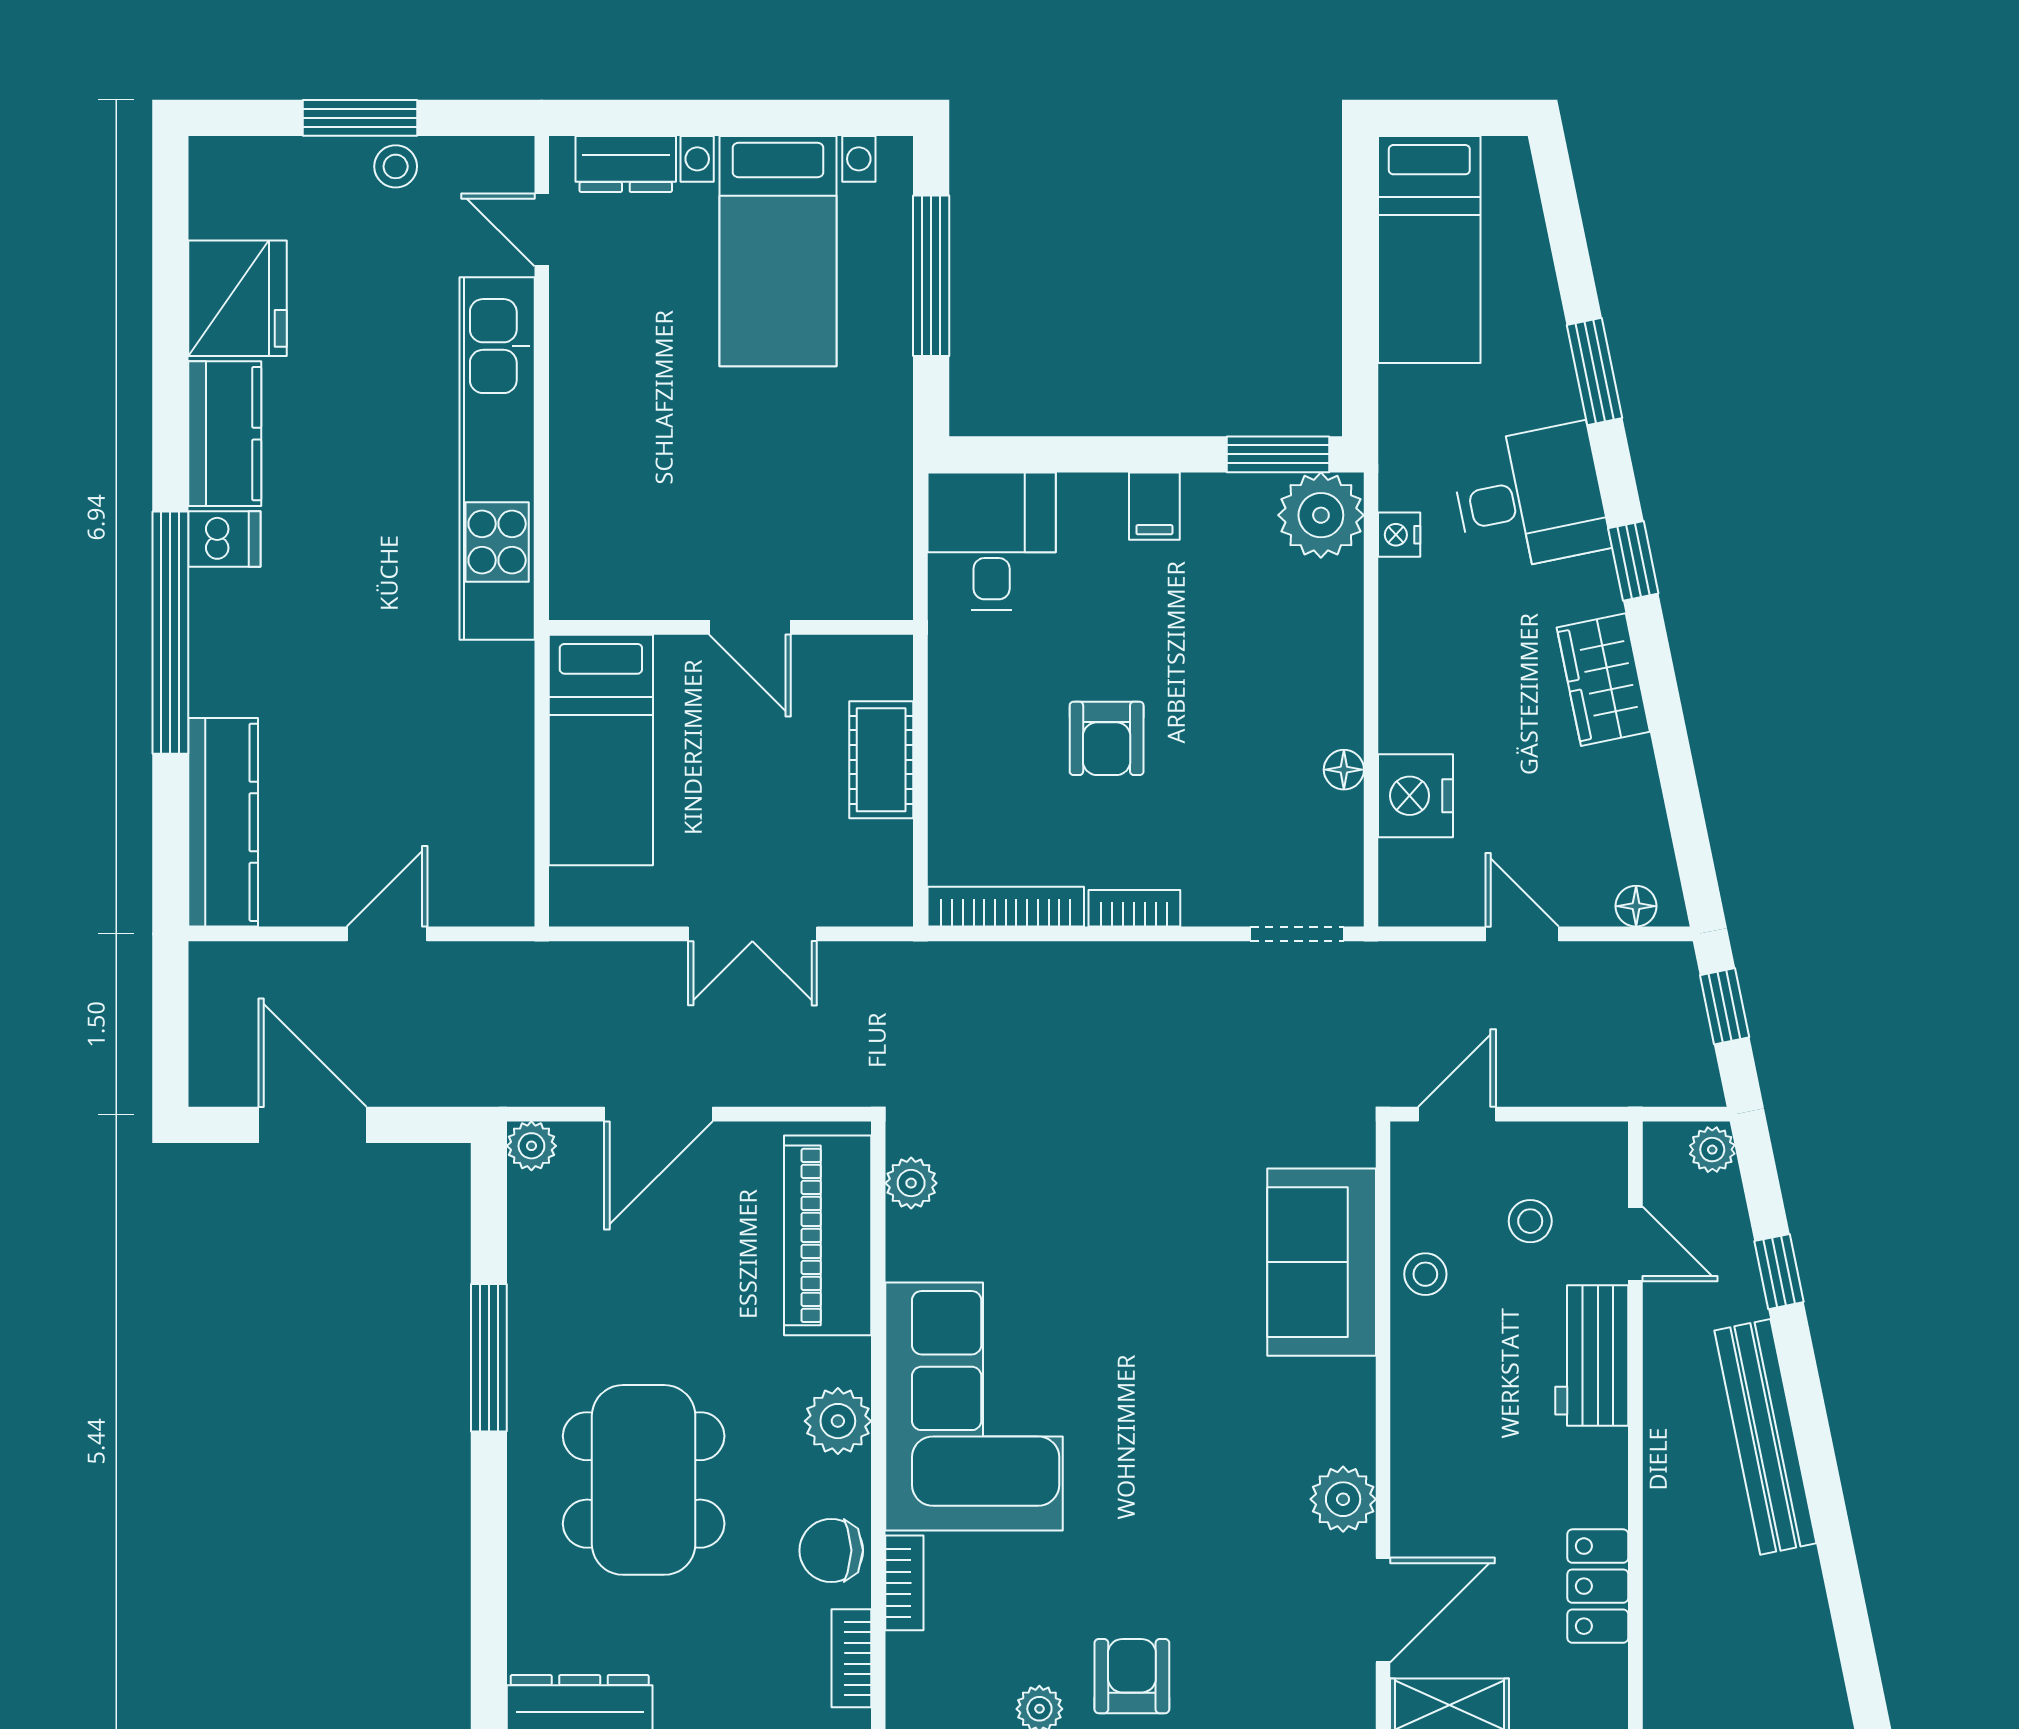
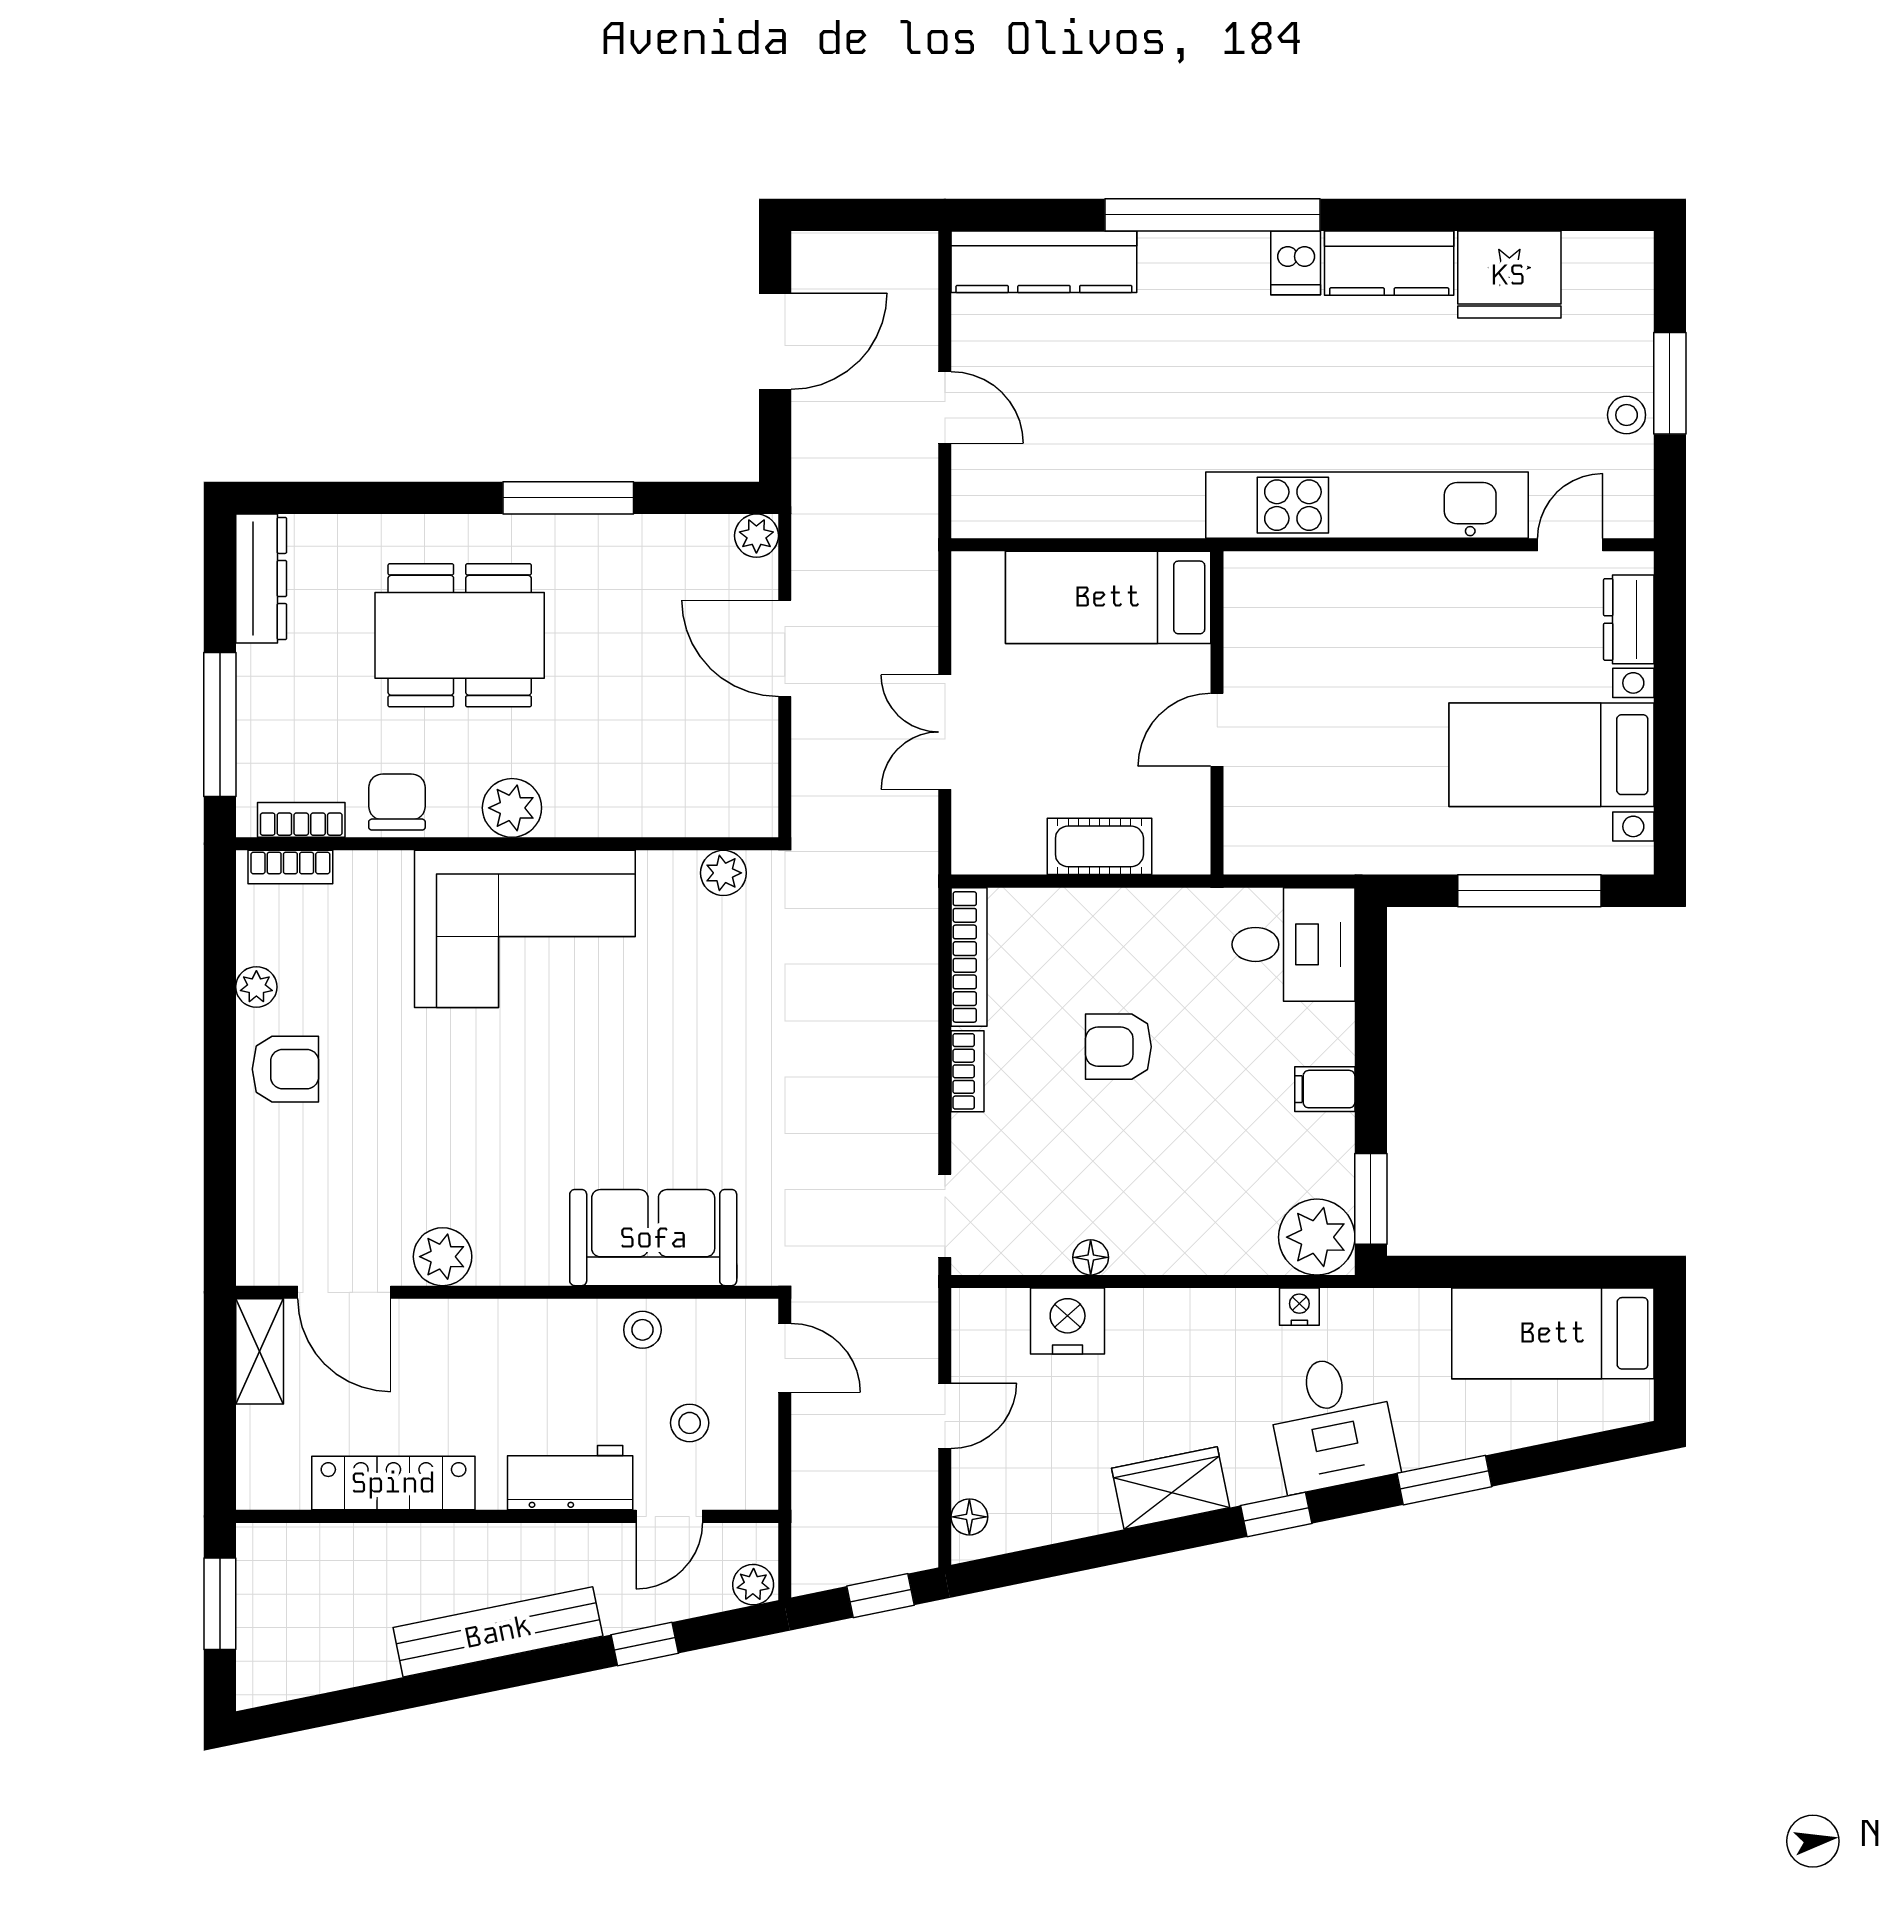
piano: (828, 1235) -> (677, 799), removed
bookcase: (904, 1583) -> (290, 867), moved
locker: (1598, 1586) -> (393, 1483), width x1.53

